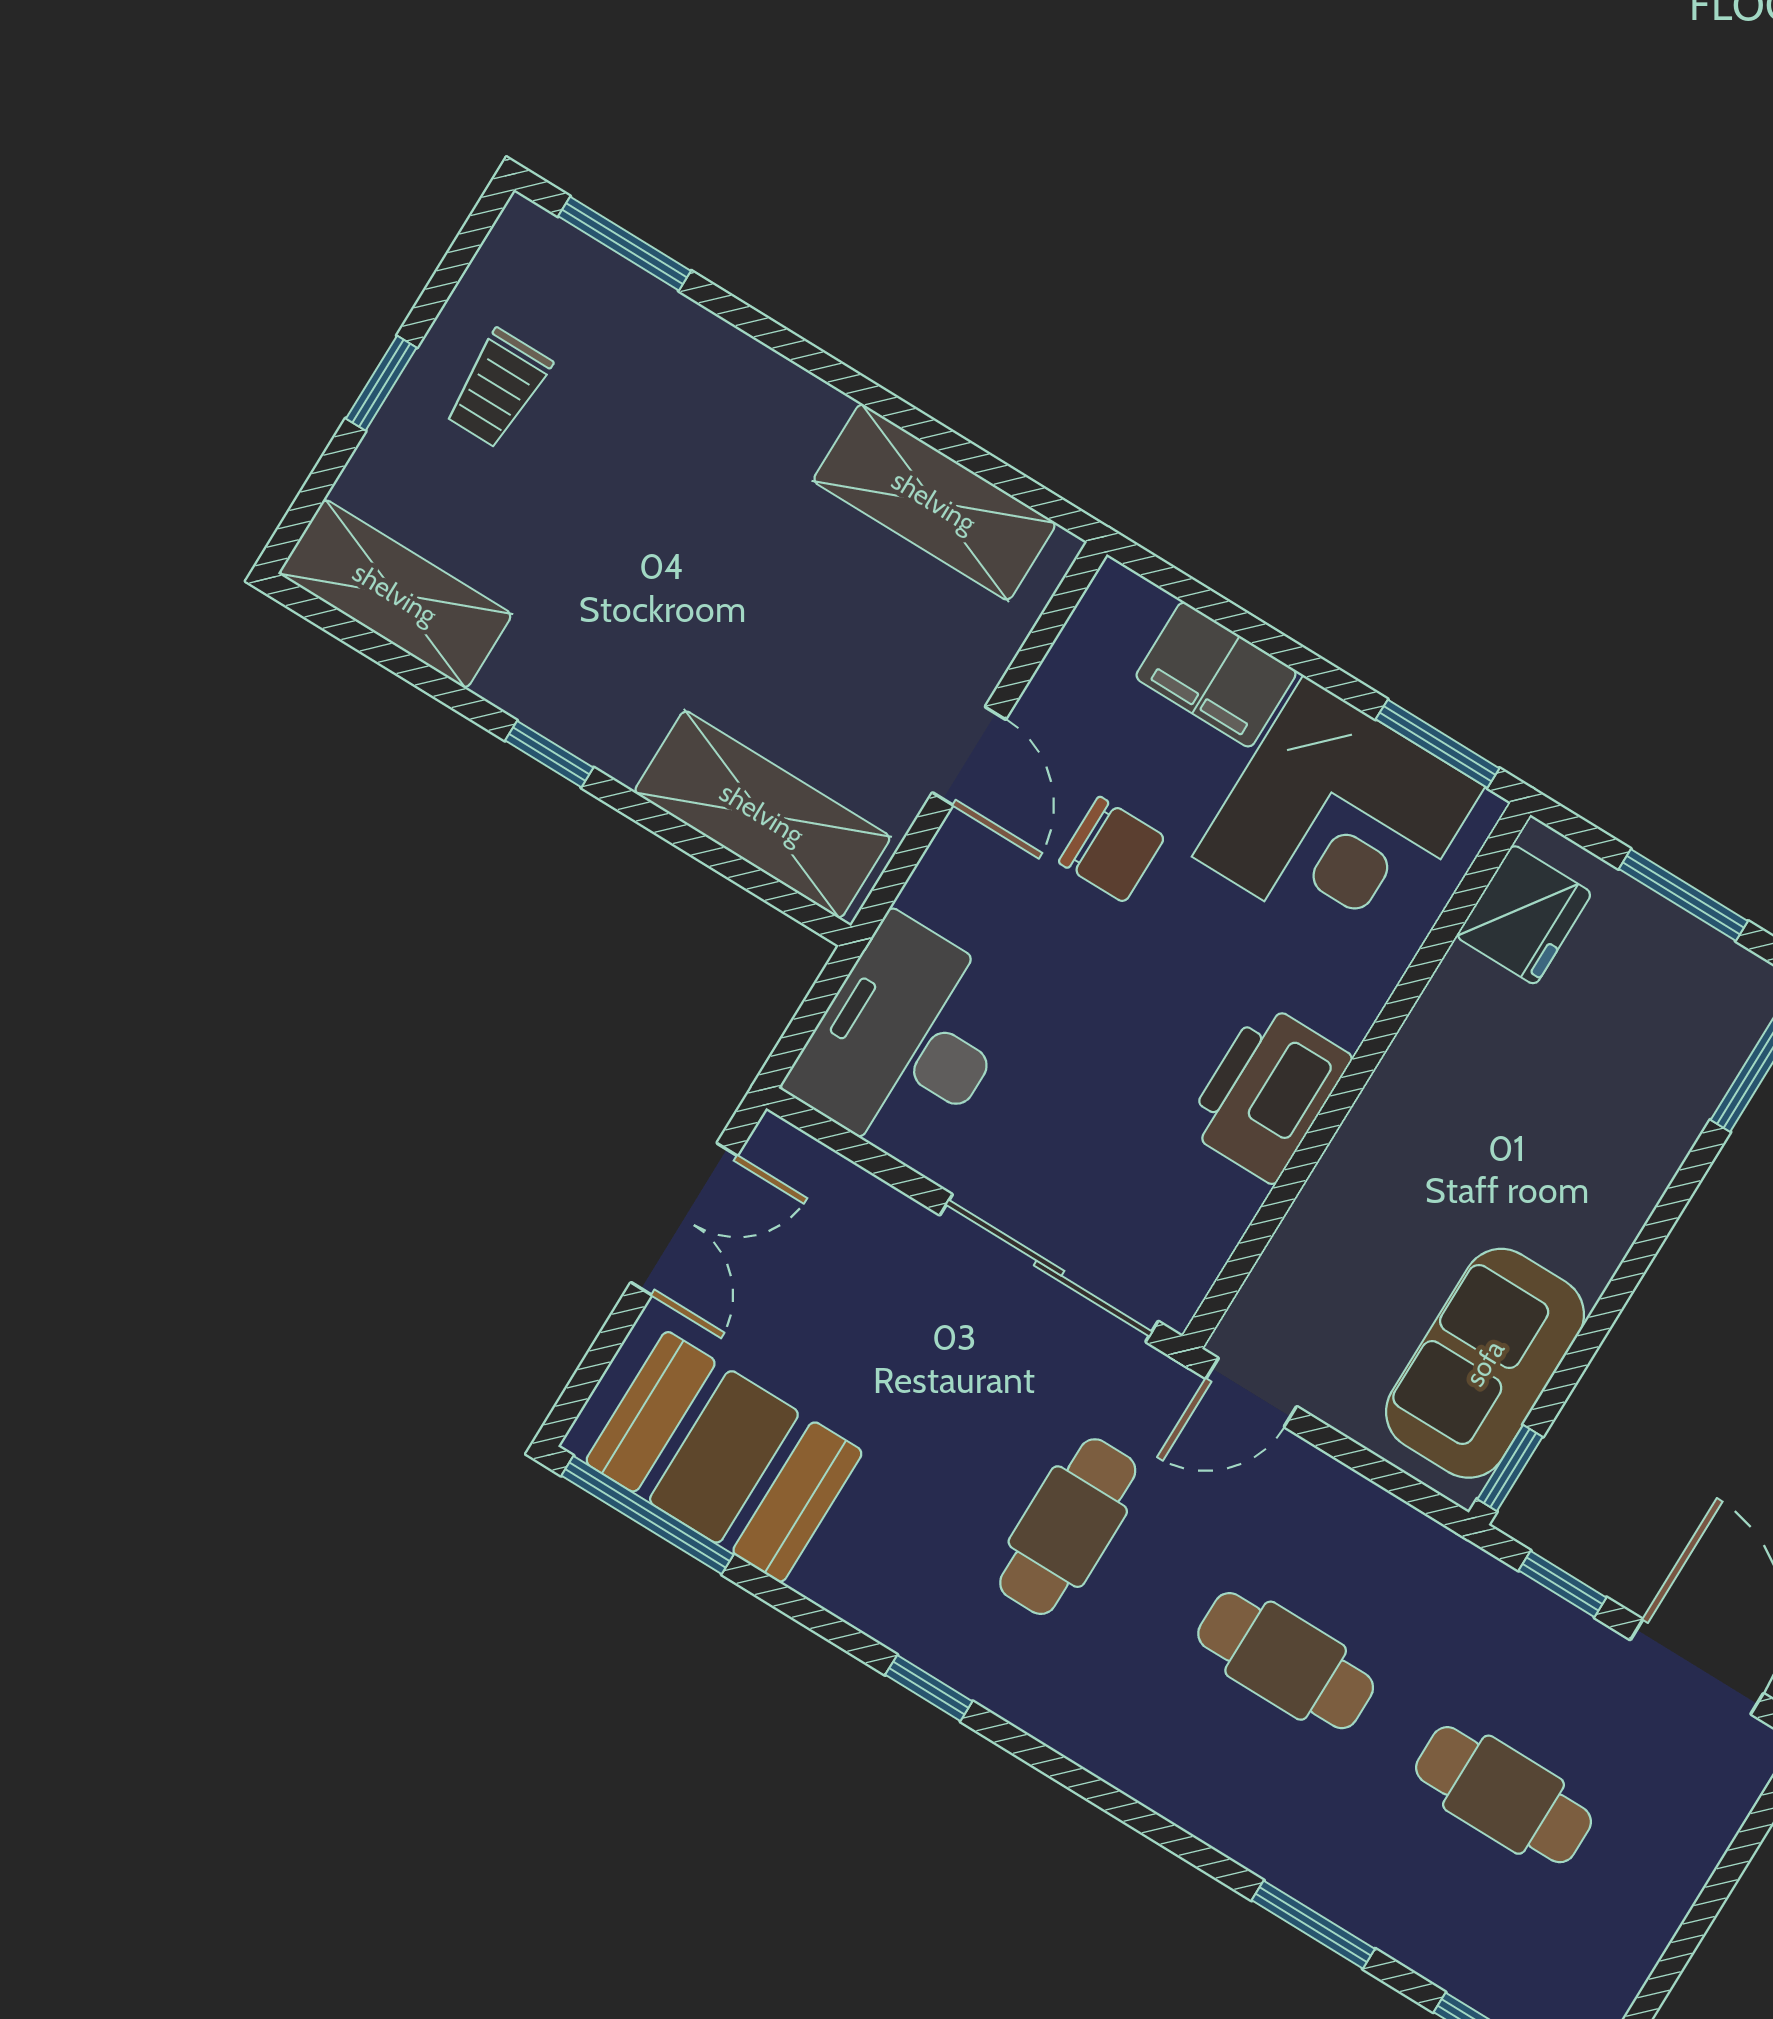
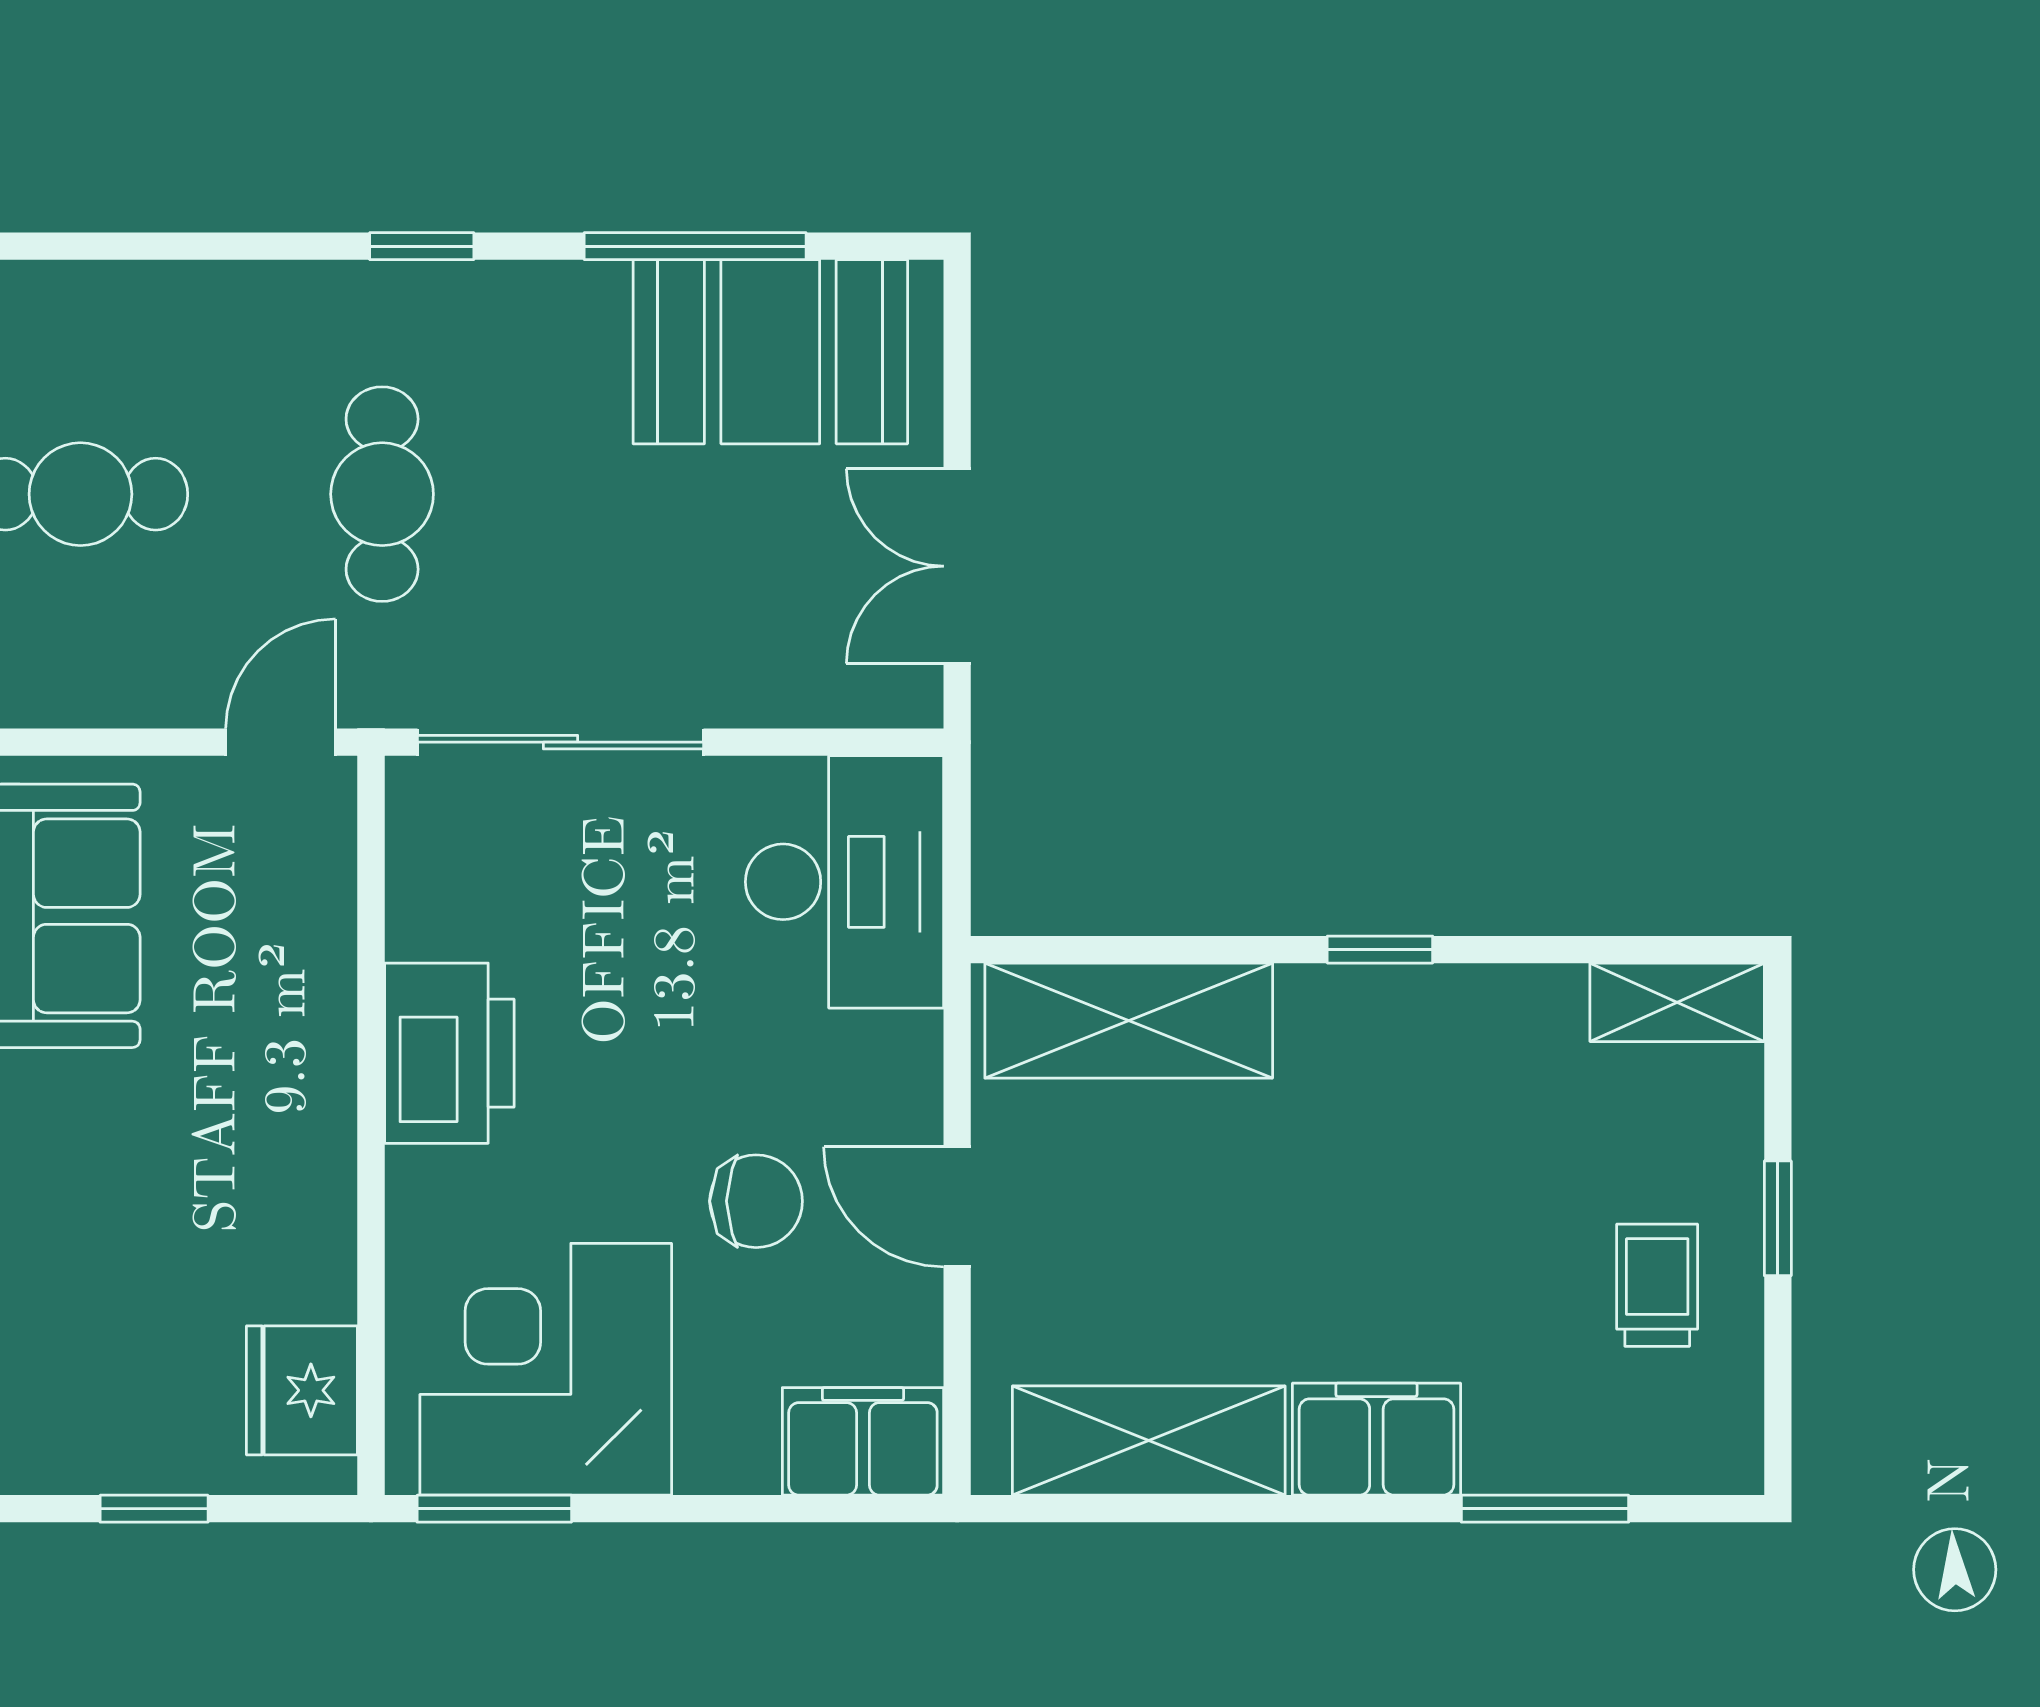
window: (624, 244) -> (1545, 1509), moved
filing cabinet: (769, 402) -> (1376, 1439), added
shelving: (395, 594) -> (1677, 1002), width x0.67, depth x0.75
filing cabinet: (1216, 675) -> (863, 1441), moved
chair: (1112, 850) -> (756, 1201), turned 180
window: (1683, 895) -> (154, 1509), width x0.67
window: (648, 1515) -> (695, 246), moved

